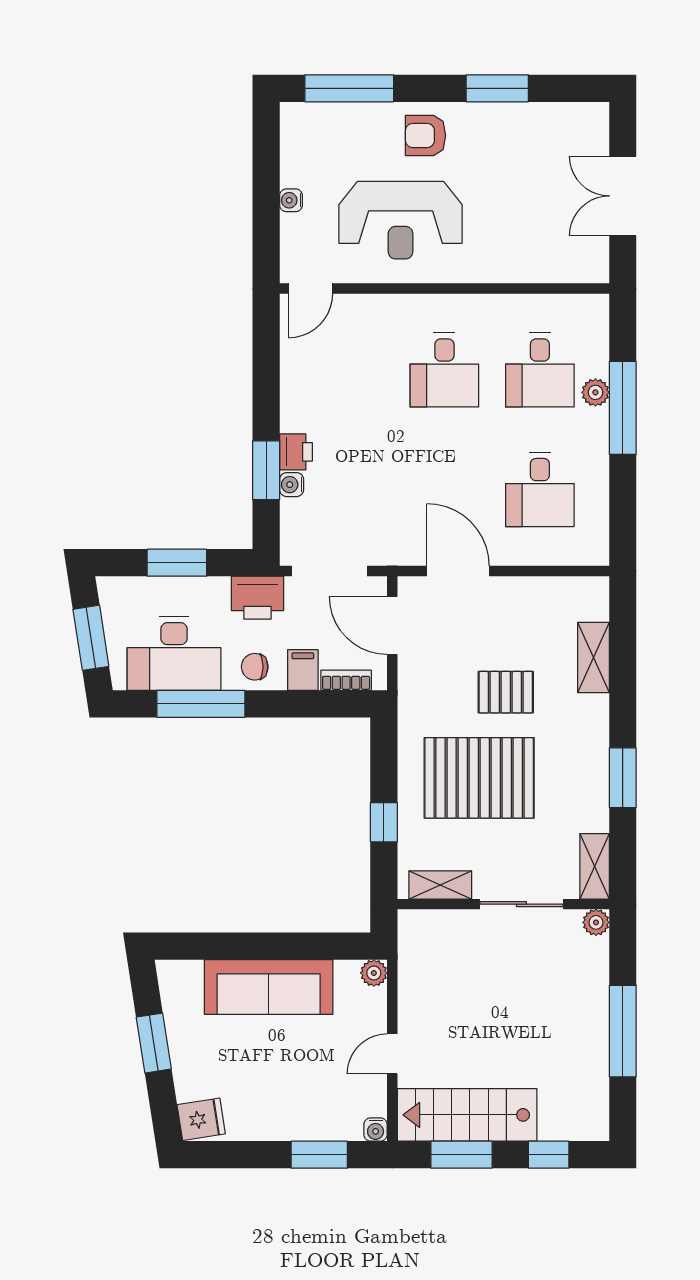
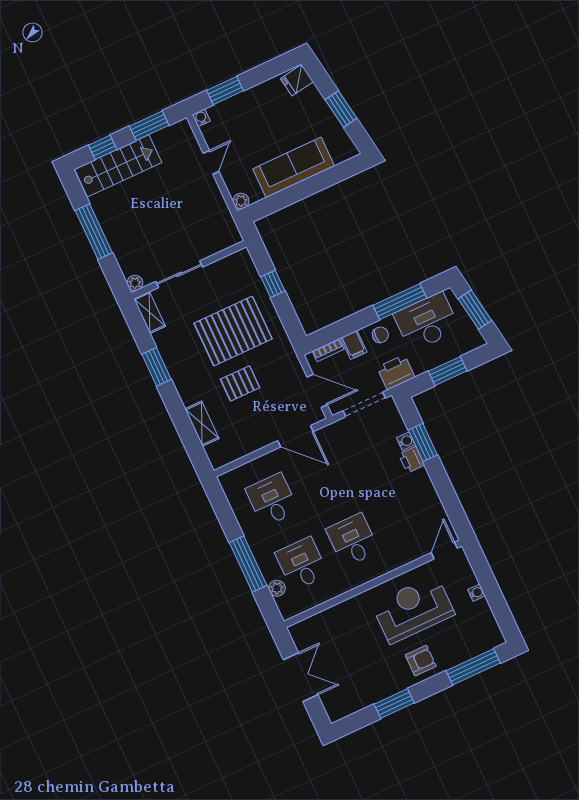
plant: (595, 392) -> (277, 588), moved
shelving: (440, 885) -> (227, 264), removed
stairs: (467, 1115) -> (118, 166), moved

